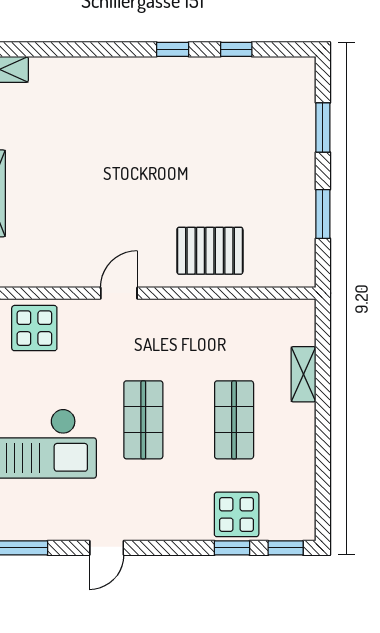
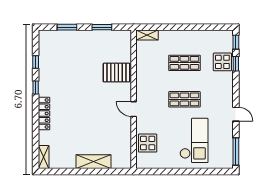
locker: (108, 70) -> (44, 113), added
pallet: (210, 251) -> (117, 73), turned 90
shelving: (303, 374) -> (147, 35), moved

